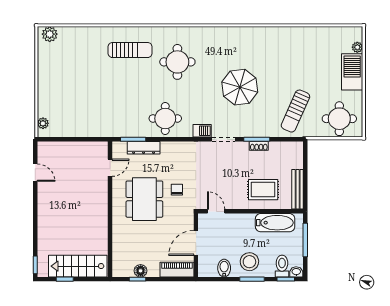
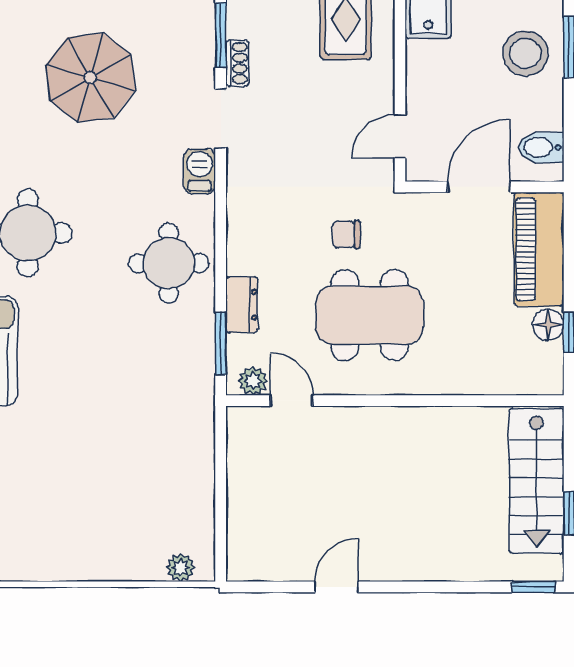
shoe rack: (259, 146) -> (237, 63), moved
dresser: (144, 148) -> (242, 305), width x0.70
plant: (118, 152) -> (253, 381), added
door: (35, 173) -> (337, 587), moved
door: (196, 243) -> (479, 187), swing flipped
bidet: (224, 268) -> (541, 147), moved
piano: (177, 270) -> (539, 249), width x1.37, depth x1.33

